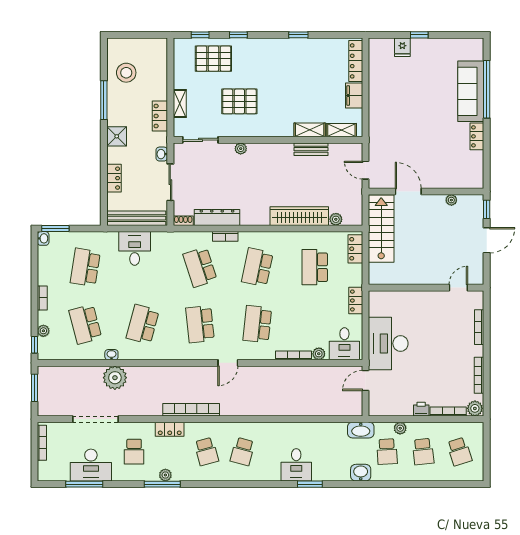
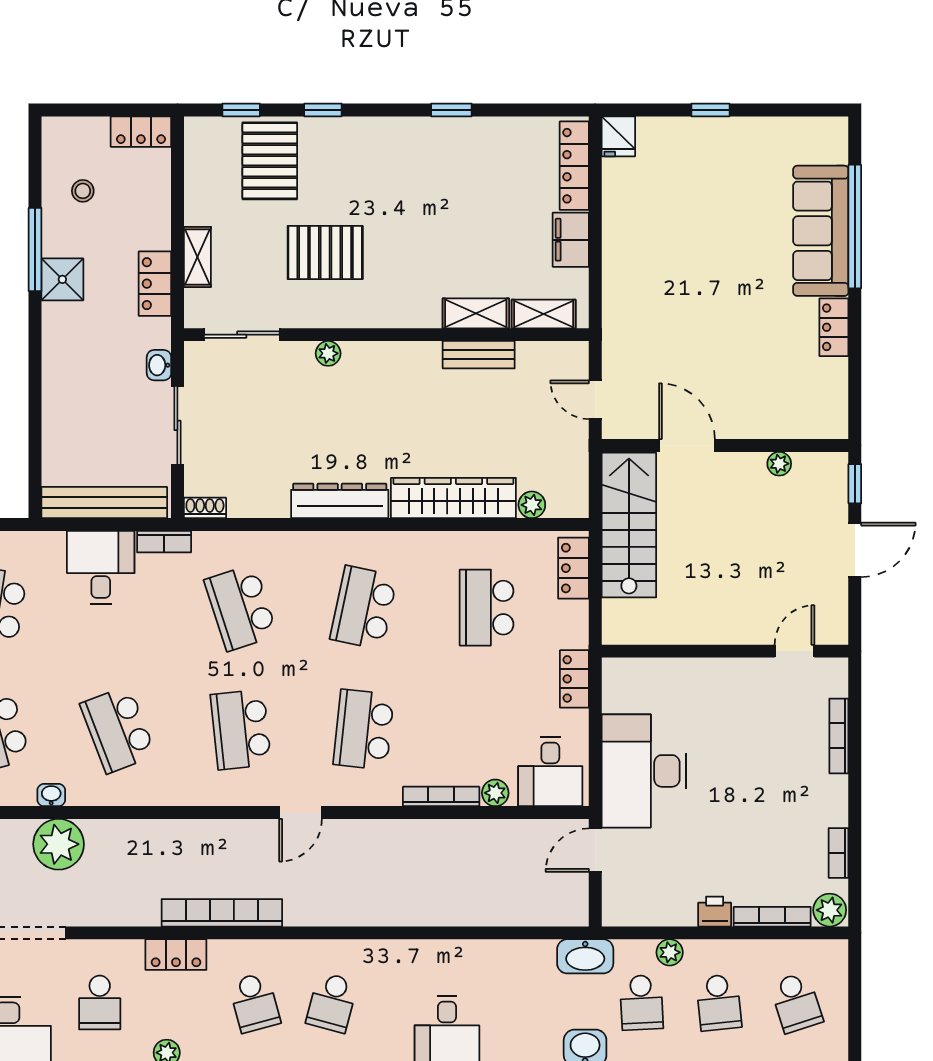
fridge: (402, 47) -> (618, 136), moved
pallet: (213, 59) -> (270, 161), turned 90
stool: (126, 73) -> (83, 191), width x0.53, depth x0.53
shower: (117, 136) -> (62, 279), moved
locker: (114, 178) -> (141, 132), moved, turned 90
dresser: (217, 217) -> (340, 501), moved
bookcase: (225, 236) -> (164, 542), moved
school desk: (143, 324) -> (118, 730), turned -36
bookcase: (479, 375) -> (839, 853), width x0.64

